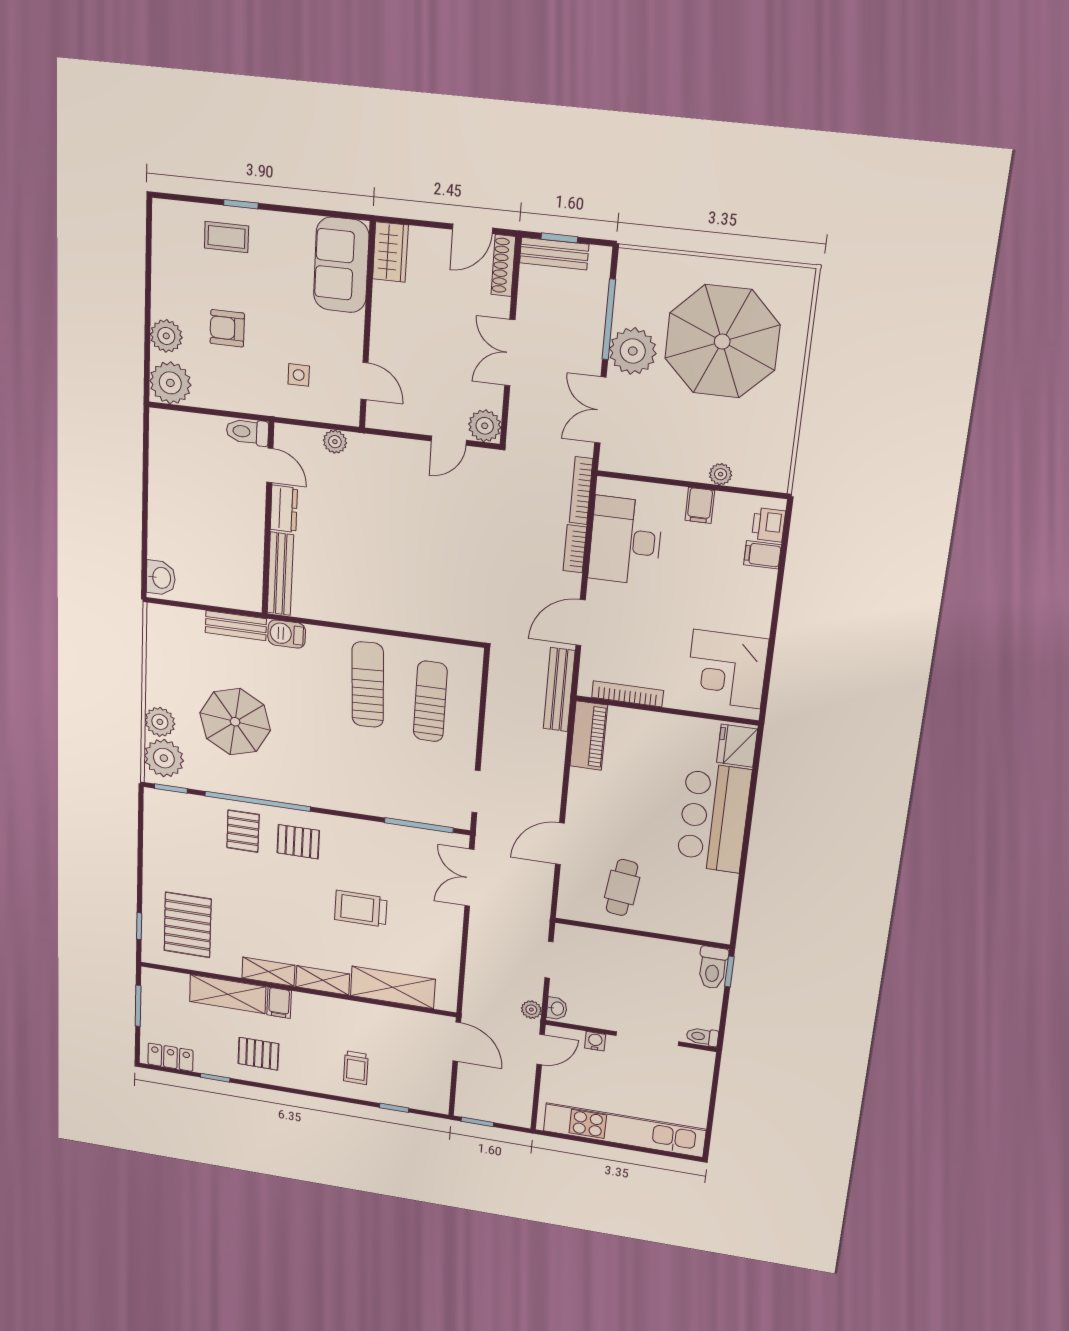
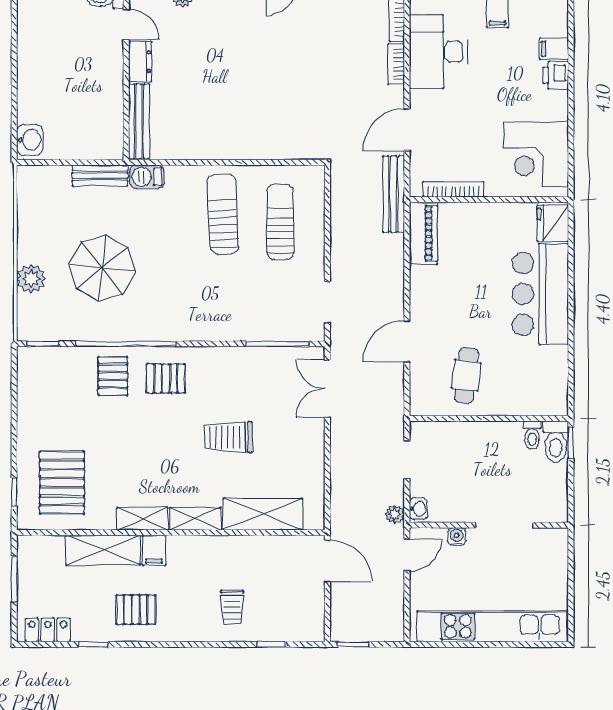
printer: (769, 525) -> (556, 75), moved
plant: (164, 758) -> (36, 314), removed
toilet: (702, 1037) -> (532, 435), moved, turned -90

